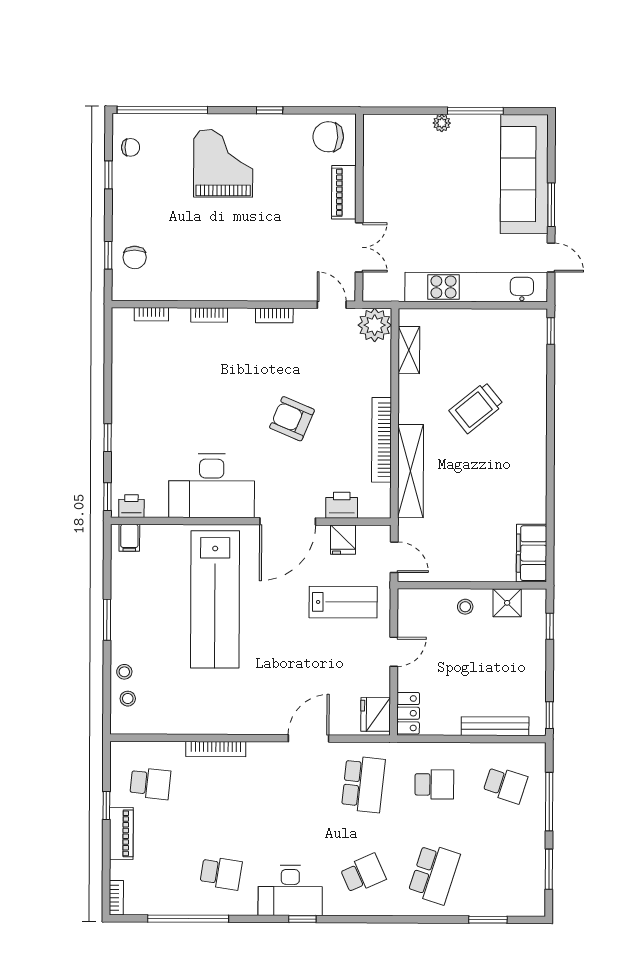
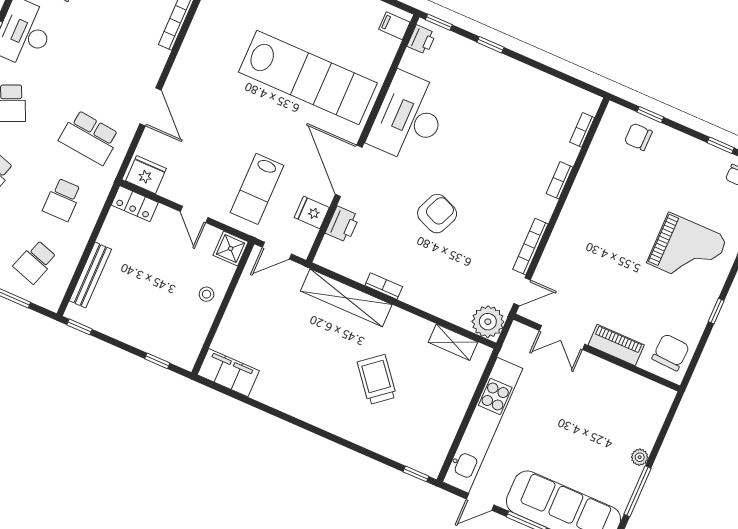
bookcase: (274, 315) -> (530, 247), width x1.56
bookcase: (382, 440) -> (384, 286), width x0.43, depth x0.76
lab bench: (215, 599) -> (308, 78), turned 180
shower: (507, 603) -> (231, 249), moved

